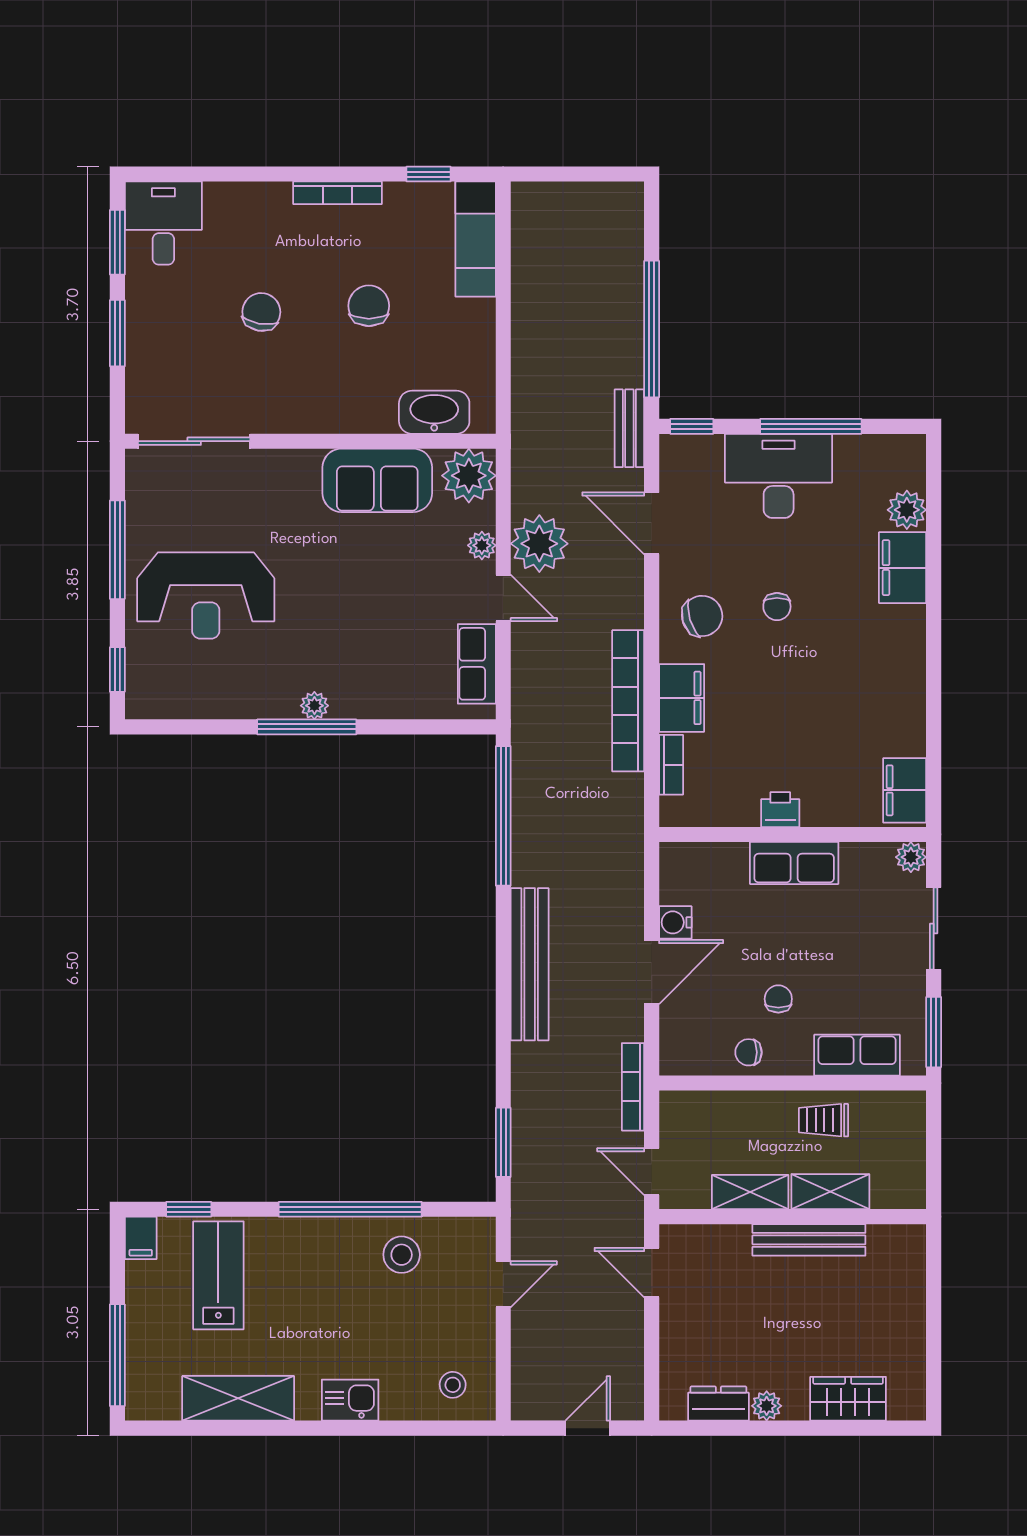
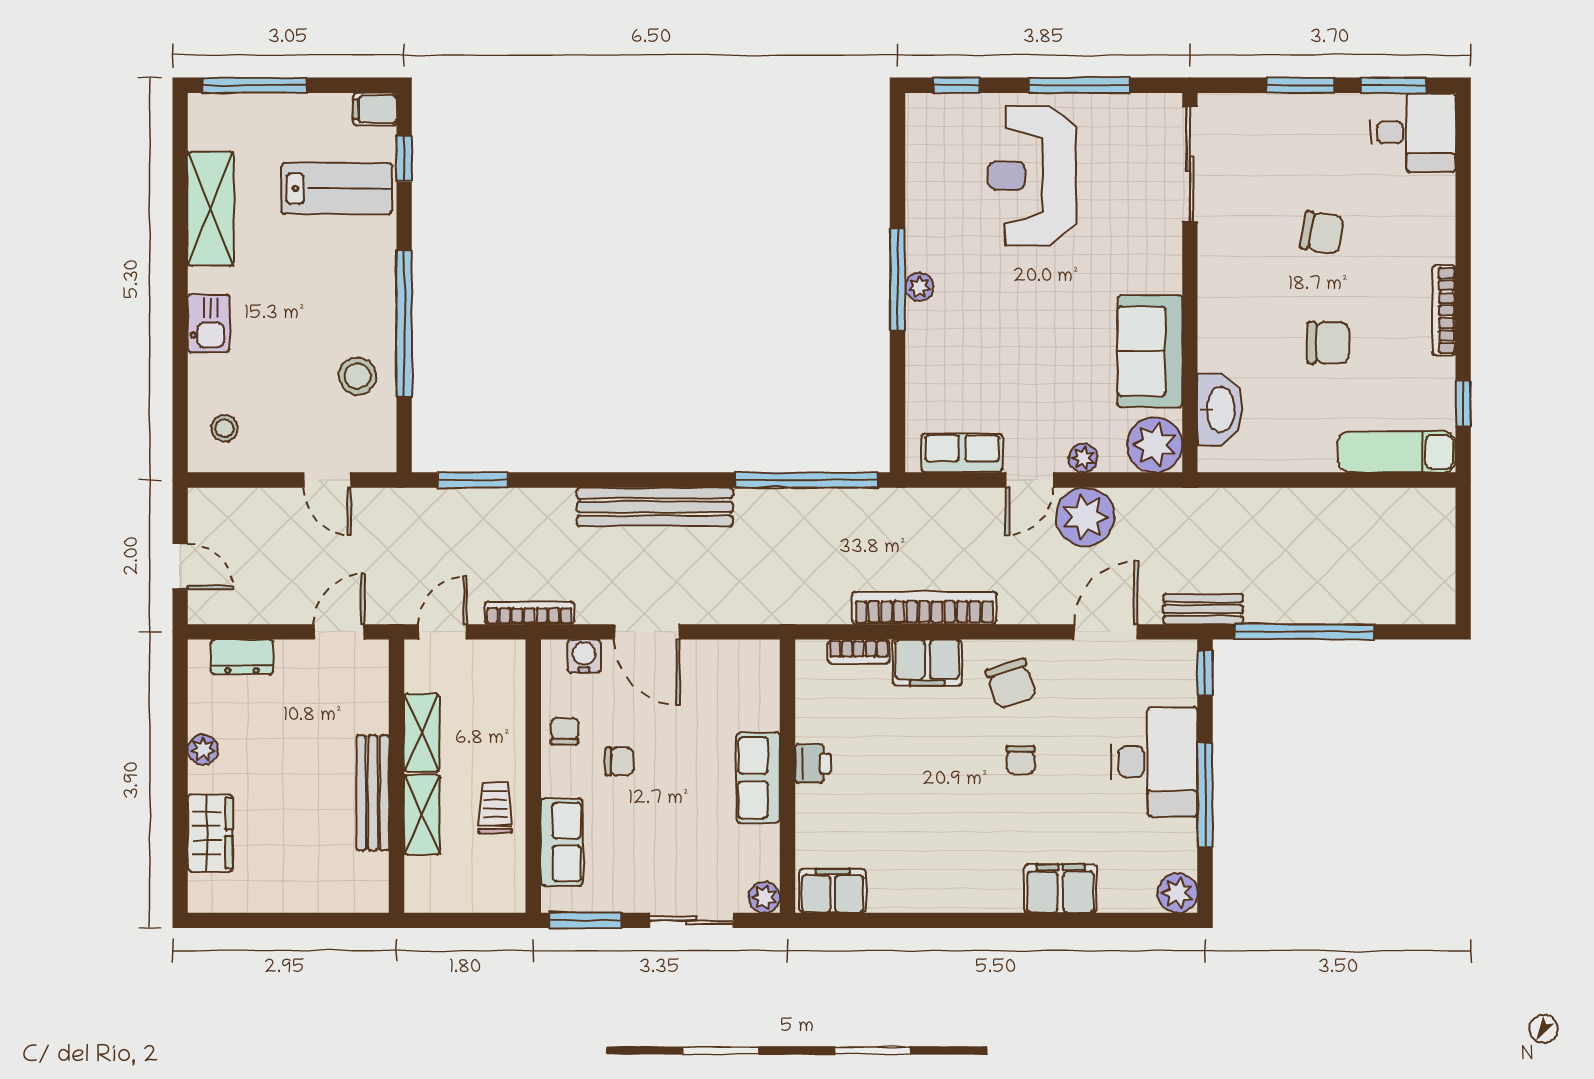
plant: (907, 510) -> (1178, 893), moved
chair: (777, 607) -> (1021, 760), turned -90
water cooler: (675, 922) -> (584, 656), moved
dresser: (718, 1404) -> (242, 657), moved, turned 90

